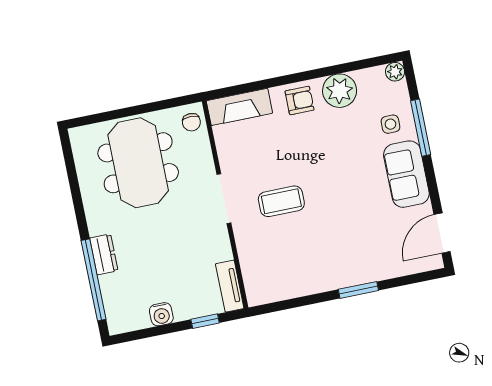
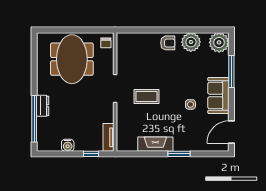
plant: (395, 72) -> (219, 42), width x1.87, depth x1.87
fireplace: (239, 107) -> (155, 144), moved, turned 180
side table: (390, 124) -> (190, 104), moved

